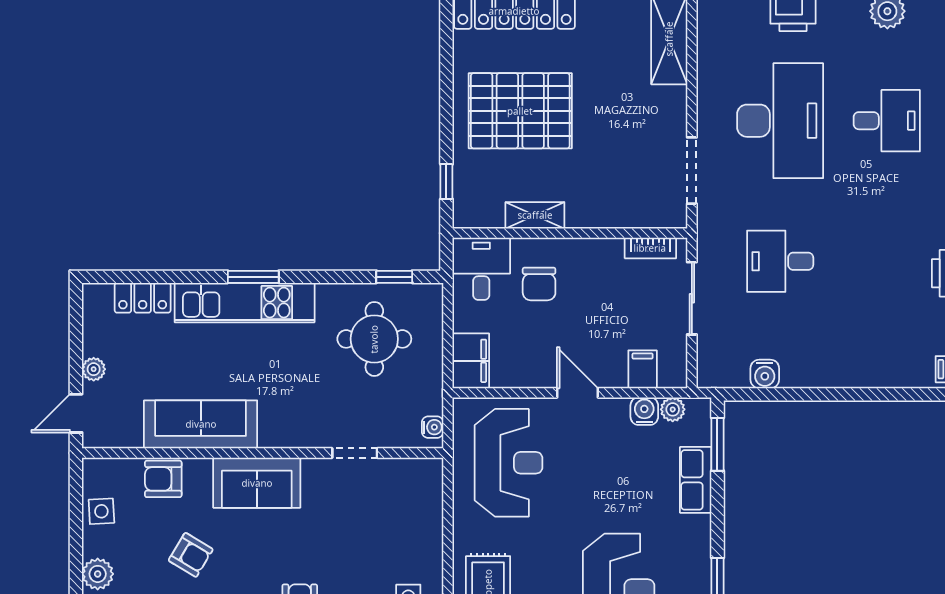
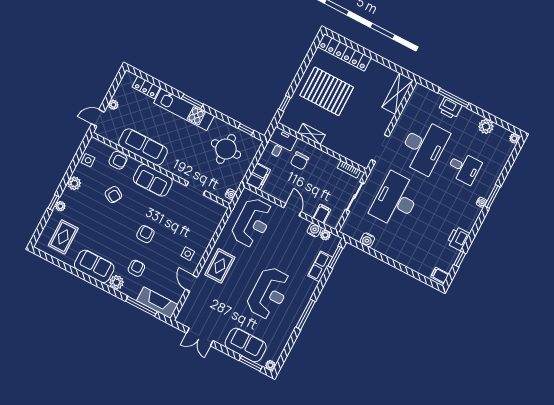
desk: (780, 261) -> (396, 200), width x1.87, depth x1.30
armchair: (163, 479) -> (118, 160), turned 180

